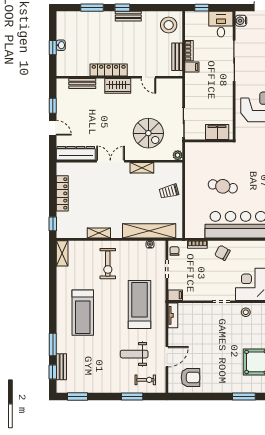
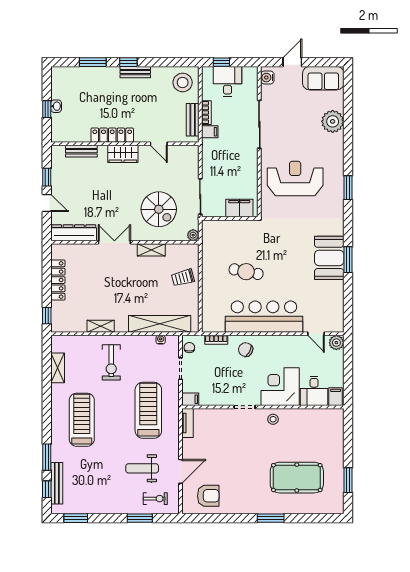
desk: (221, 24) -> (227, 81), moved
shelving: (62, 253) -> (58, 368), moved
treadmill: (83, 313) -> (82, 420), turned 180
bench: (61, 367) -> (57, 483), width x1.36

